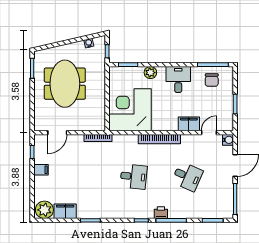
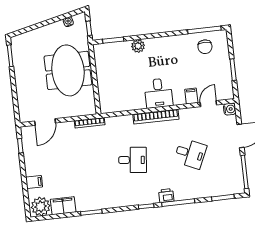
desk: (178, 79) -> (158, 93), moved, turned 180
meeting table: (65, 84) -> (68, 70), moved
corner desk: (130, 110) -> (121, 89), removed
filing cabinet: (189, 124) -> (191, 96), width x0.50
filing cabinet: (41, 170) -> (34, 182), moved

